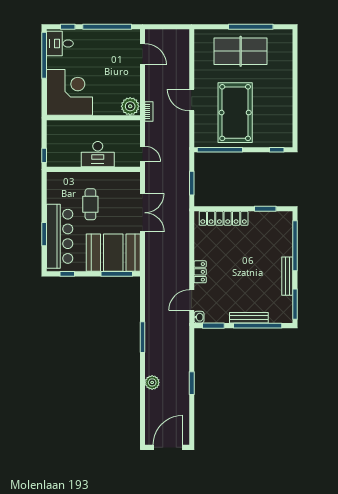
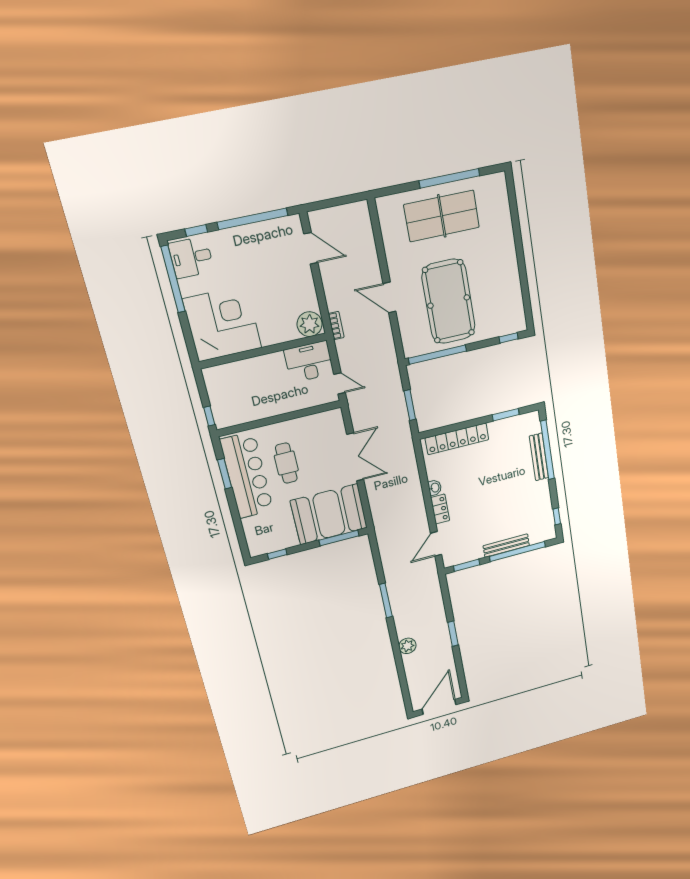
desk: (98, 154) -> (309, 362), moved, turned 180
window: (44, 234) -> (225, 474), moved
bar counter: (60, 236) -> (247, 475), moved
bench: (287, 276) -> (539, 457), moved
window: (295, 304) -> (557, 516), width x0.46
washbasin: (199, 317) -> (435, 488), moved

